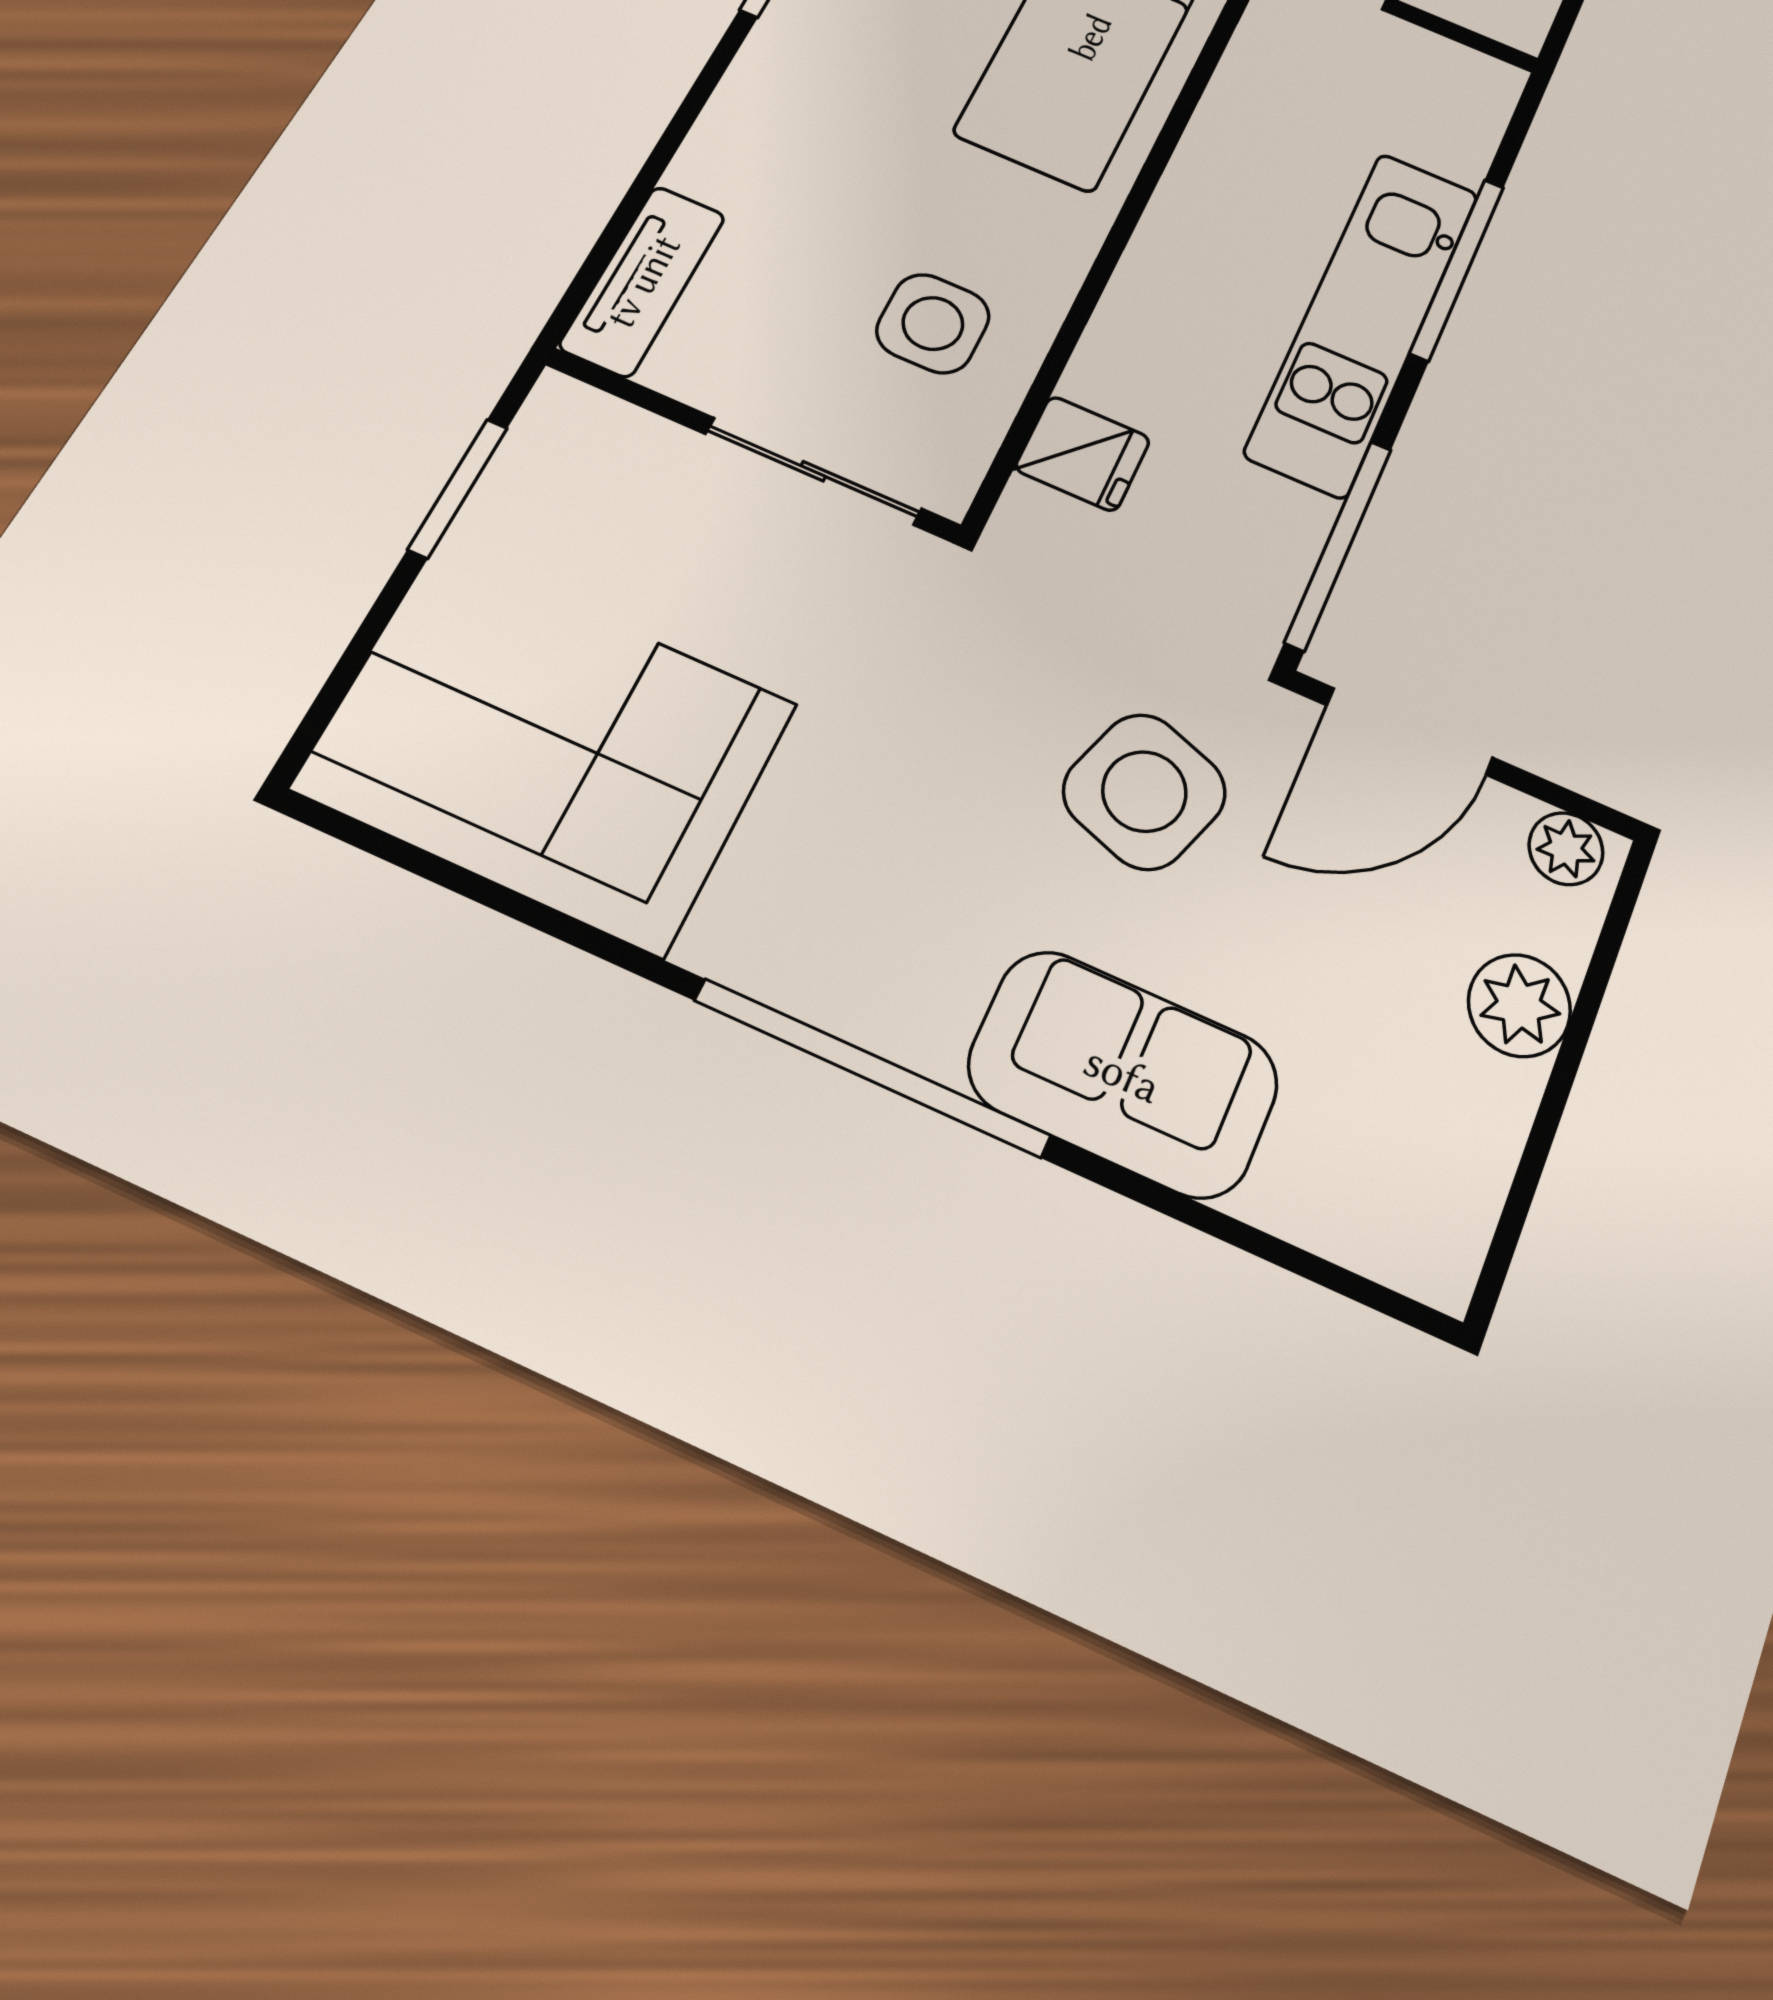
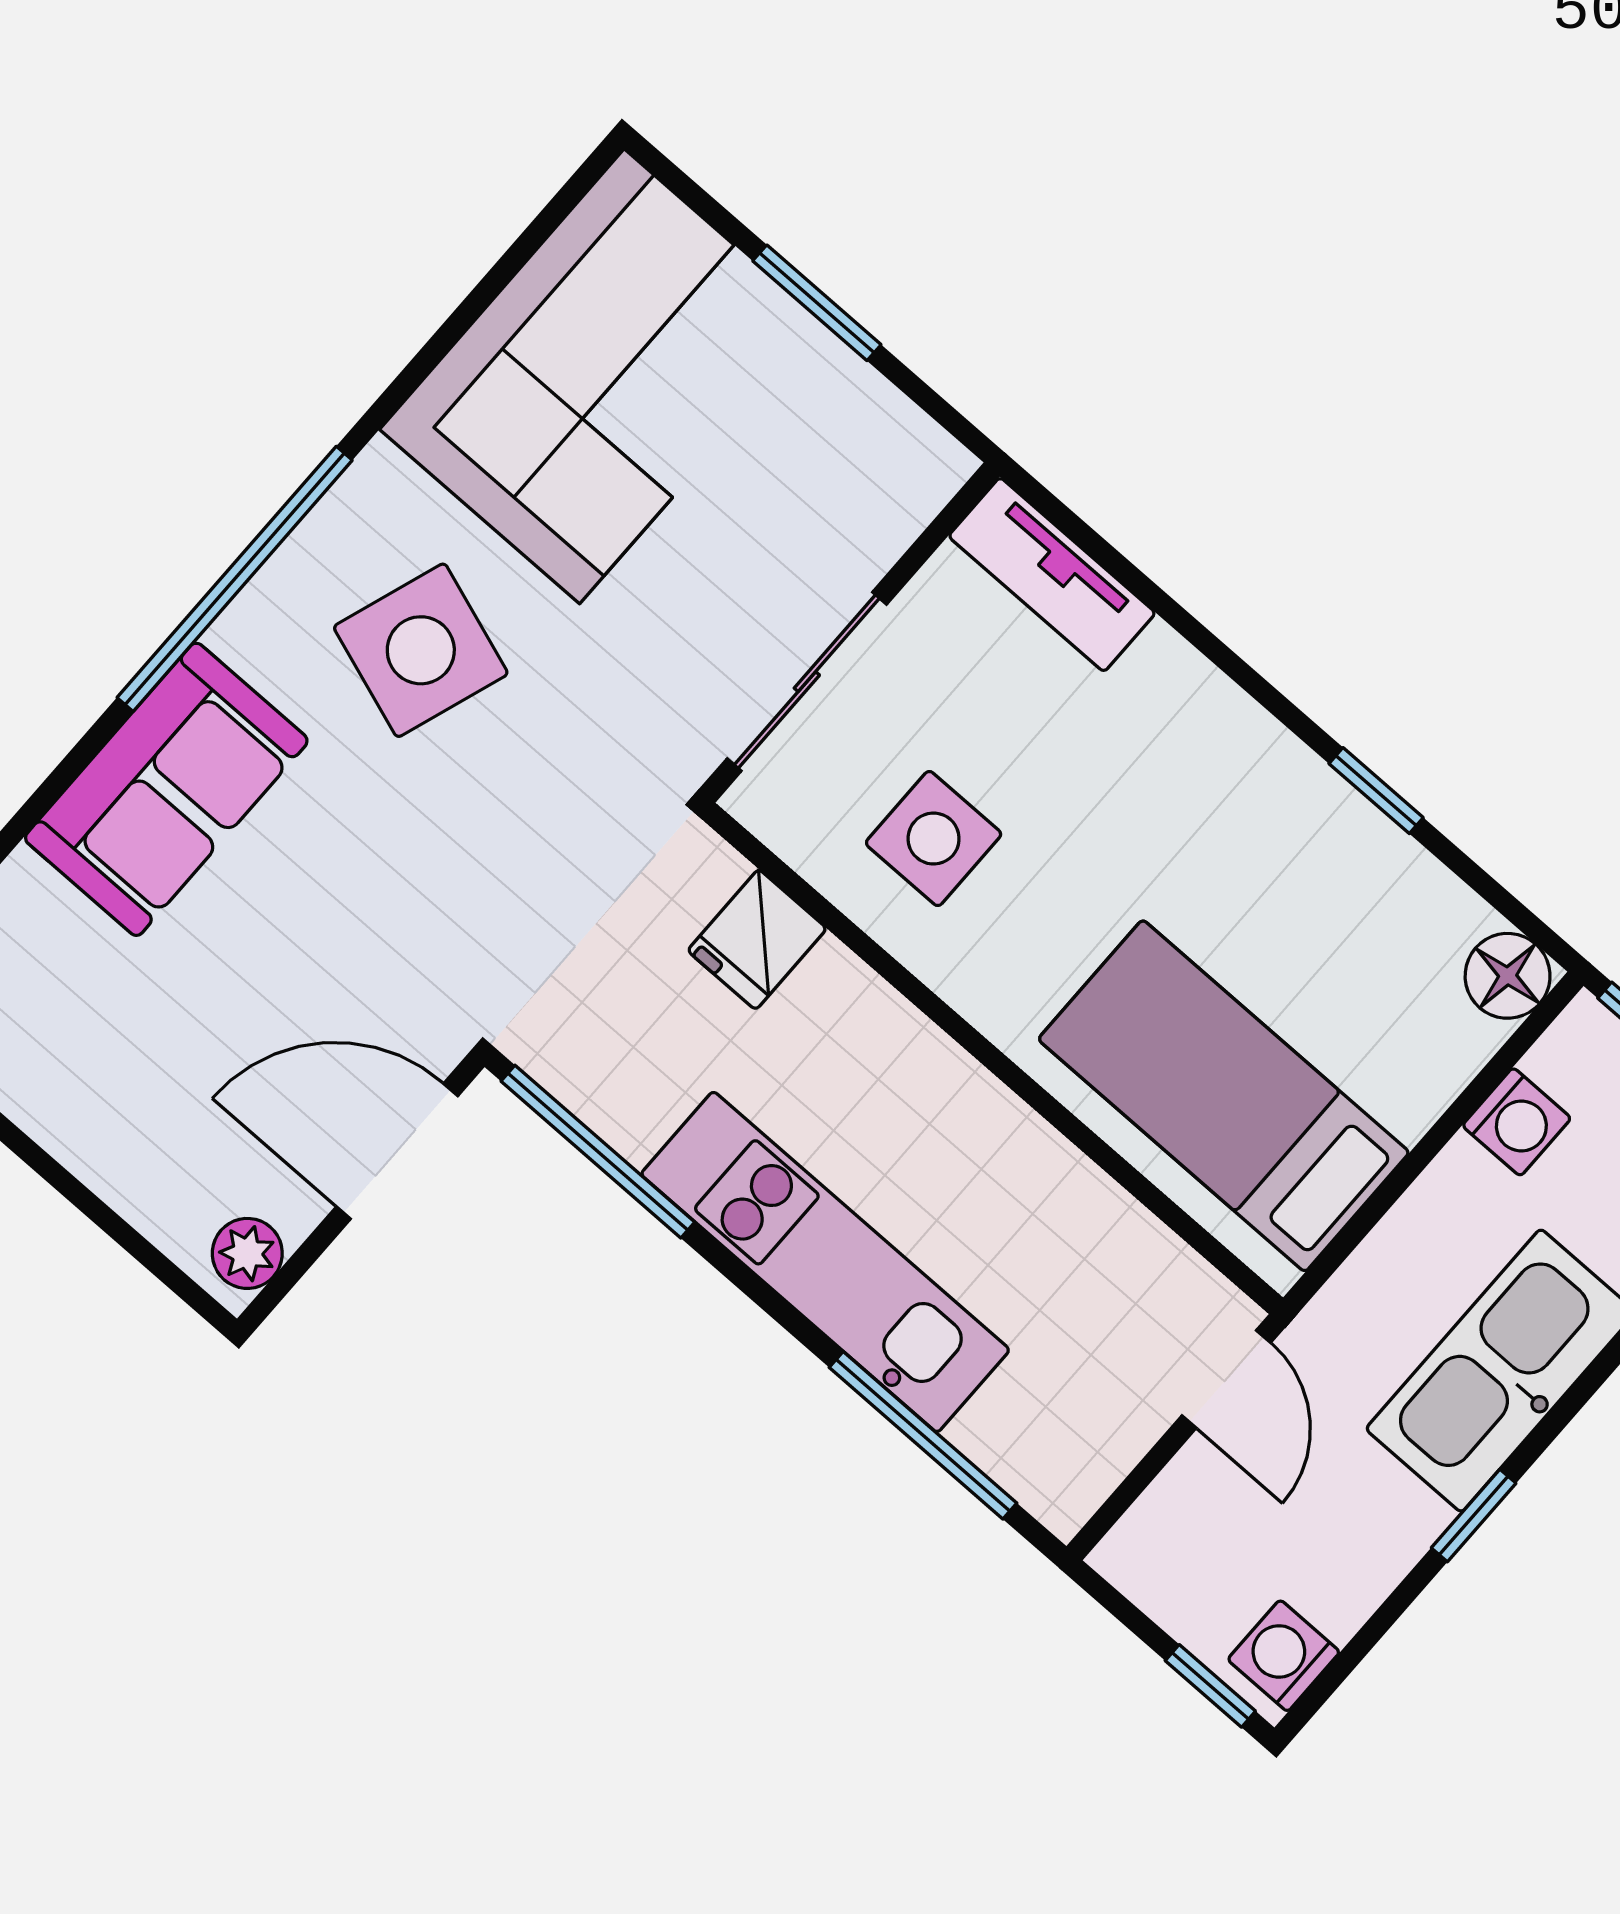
window: (1457, 269) -> (923, 1435), moved
window: (458, 488) -> (817, 303), moved
door: (1410, 731) -> (397, 1151), hinge flipped
side table: (1144, 791) -> (421, 650), moved
plant: (1519, 1006) -> (121, 1155), removed

